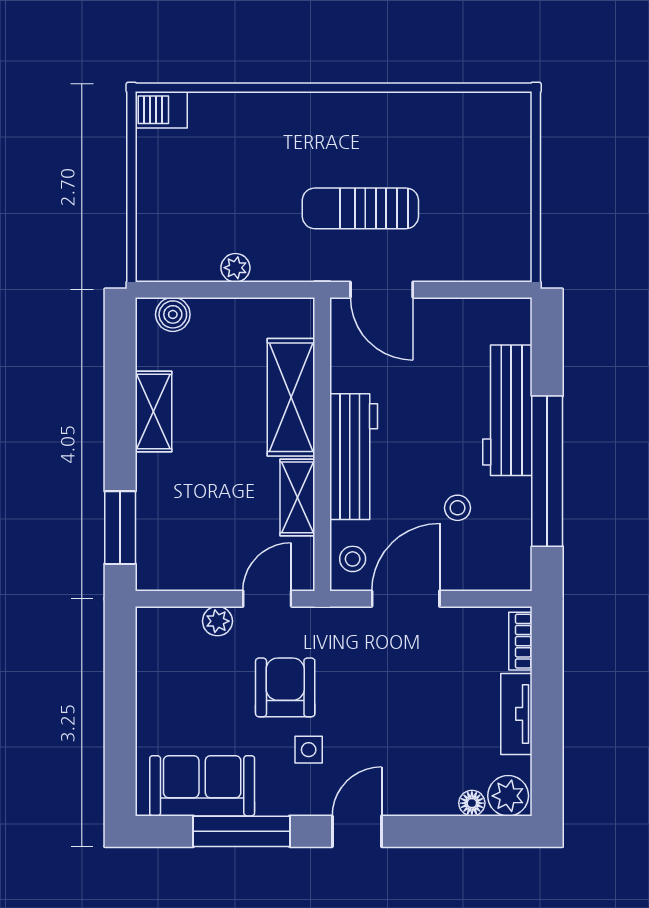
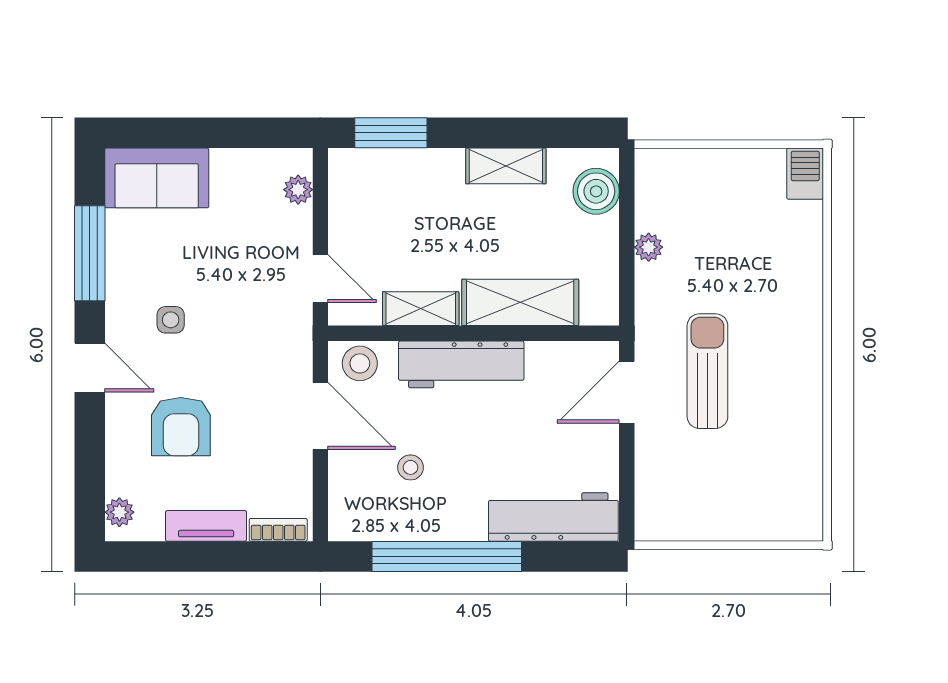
boiler: (173, 314) -> (596, 191), width x1.36, depth x1.36
workbench: (507, 410) -> (553, 517), moved
stool: (353, 559) -> (360, 363), width x1.37, depth x1.37
plant: (217, 621) -> (298, 190), moved
armchair: (285, 687) -> (181, 427), moved, turned 90
sofa: (202, 786) -> (157, 178), moved, turned 90
plant: (508, 796) -> (119, 512), width x0.73, depth x0.73
floor lamp: (472, 803) -> (118, 482), removed

